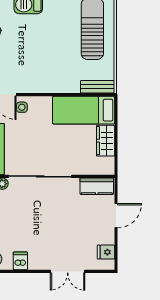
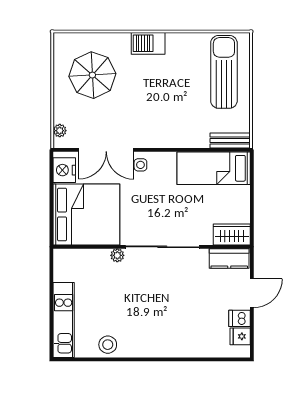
wardrobe: (106, 141) -> (232, 234), moved, turned 90
dishwasher: (20, 261) -> (240, 318), moved, turned -90
double door: (68, 271) -> (195, 359), removed

